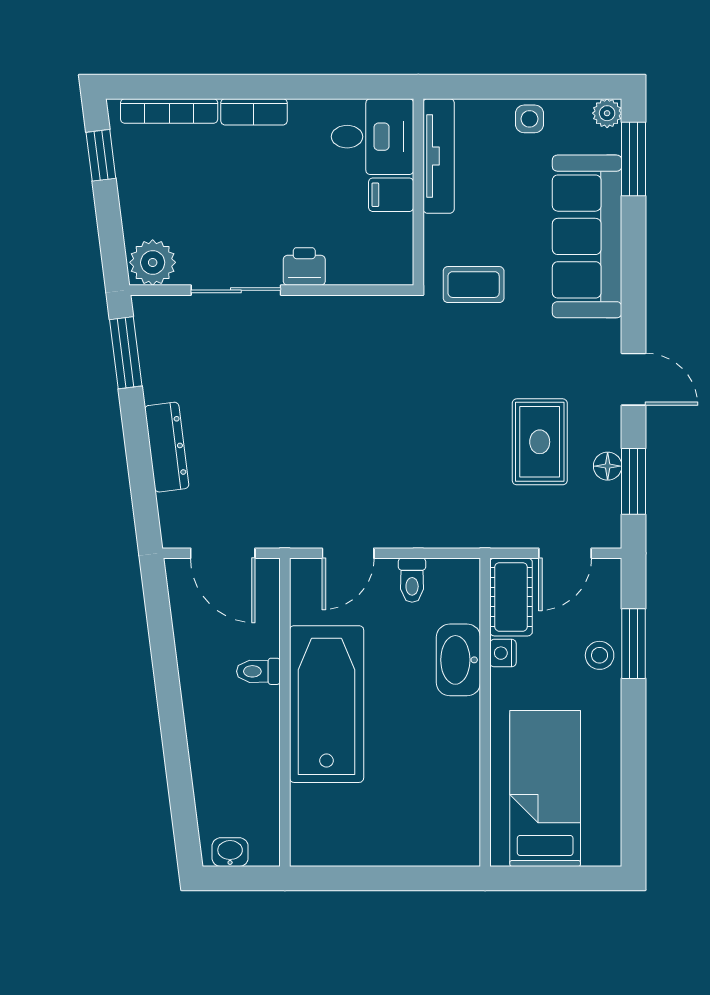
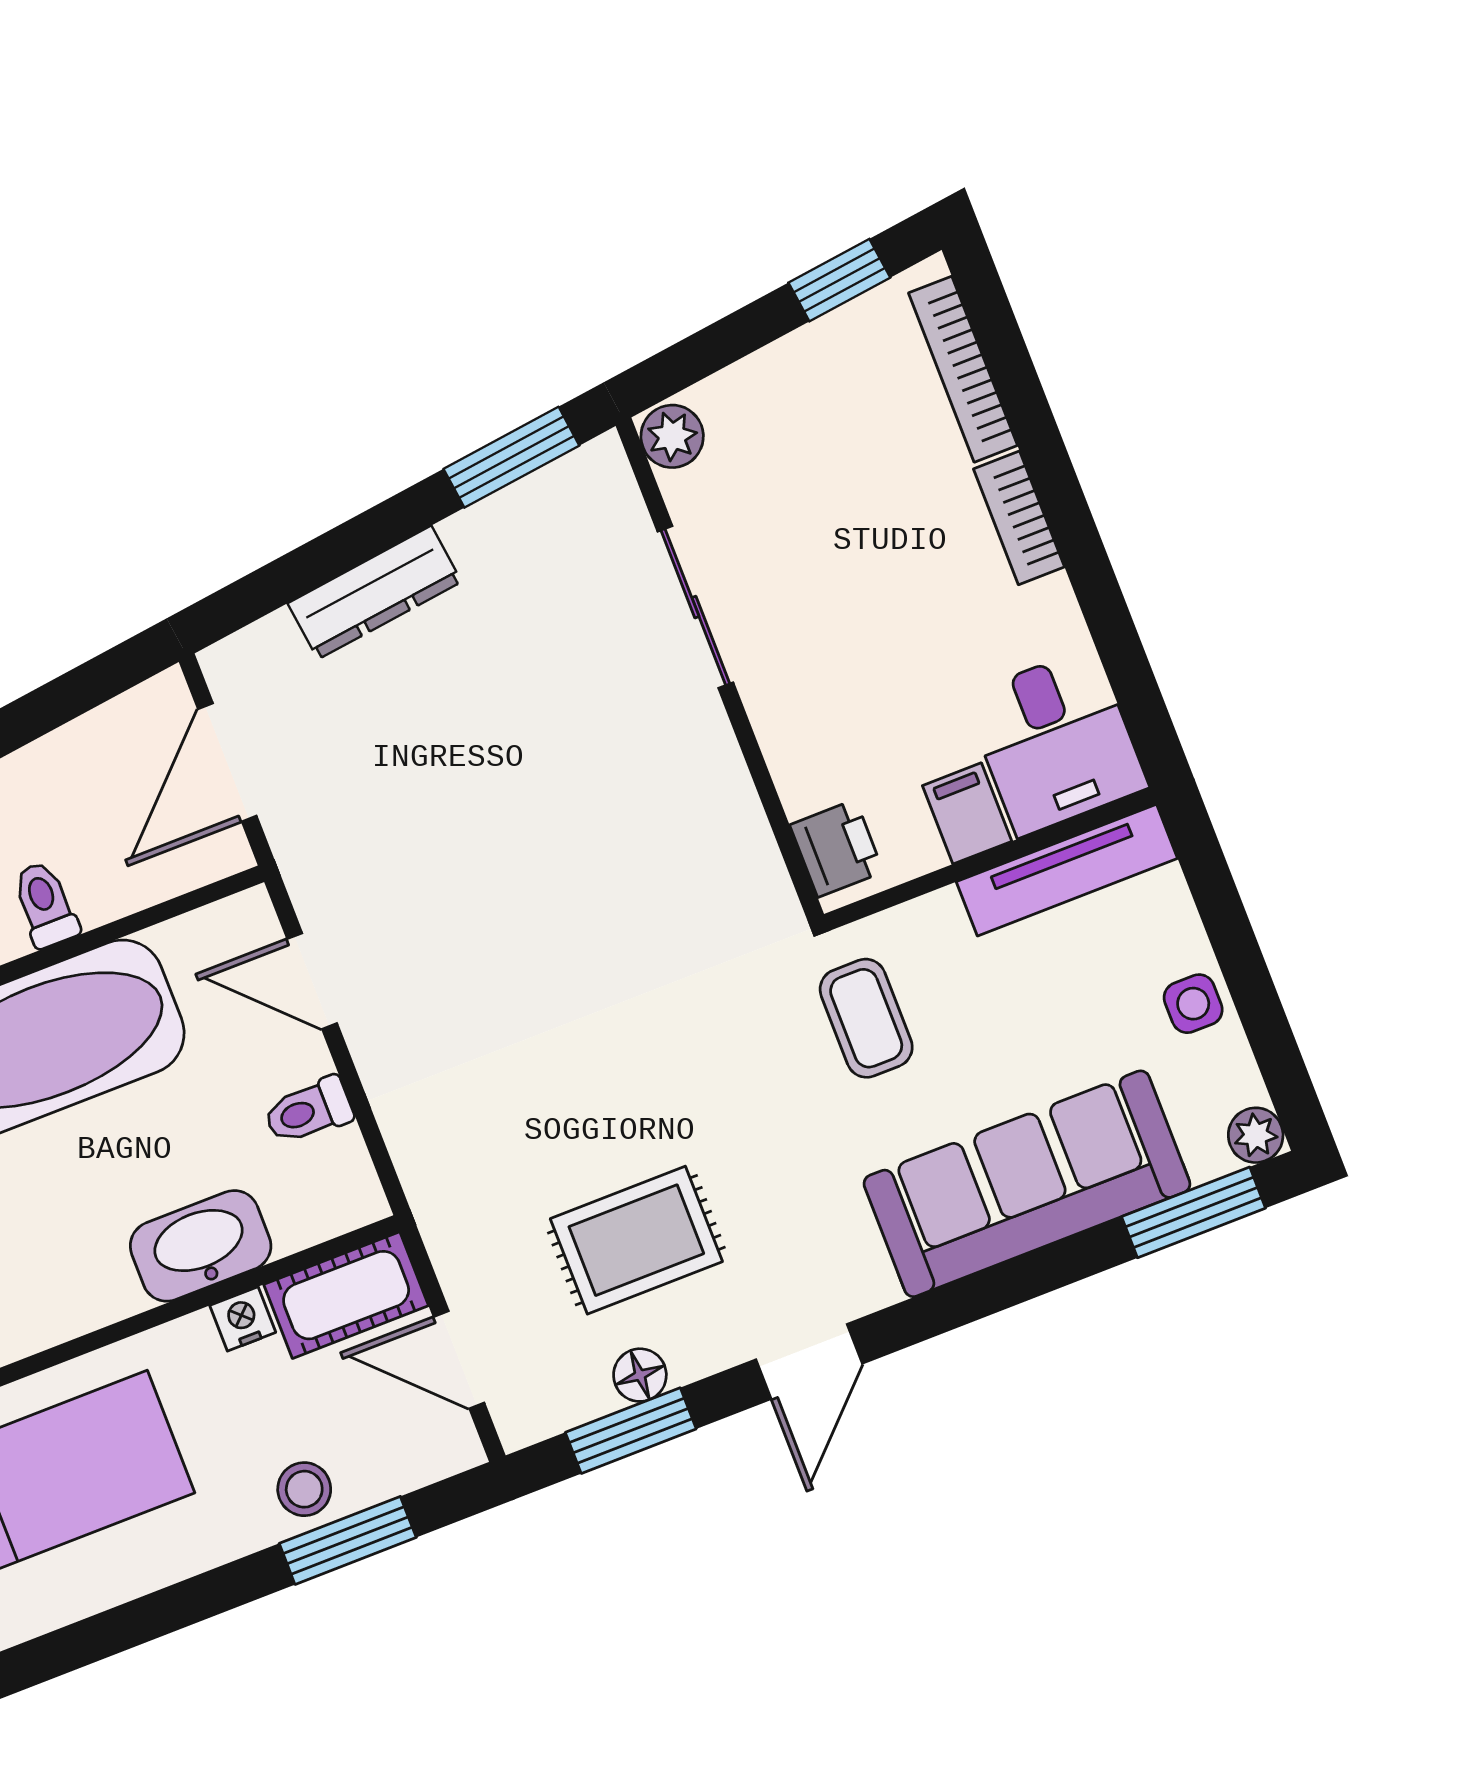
plant: (153, 262) -> (672, 436), width x0.73, depth x0.73
printer: (304, 266) -> (837, 848), moved

